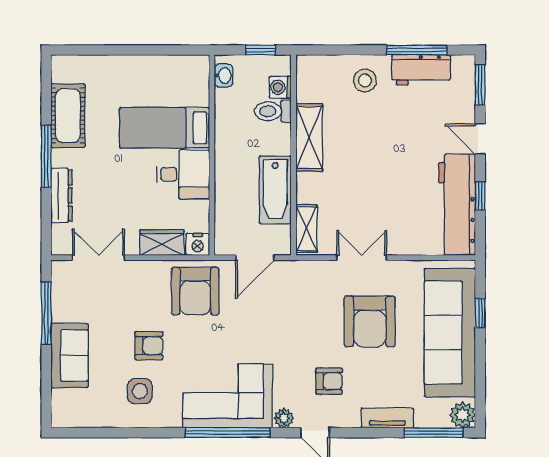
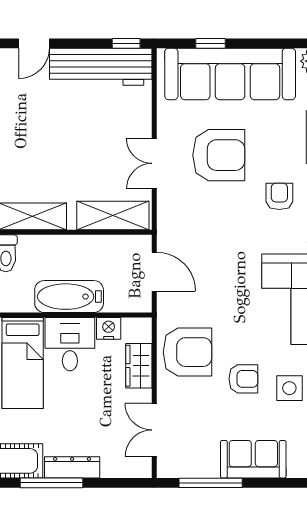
bathtub: (275, 190) -> (69, 297), moved, turned 180
dresser: (62, 195) -> (72, 467), moved
window: (480, 196) -> (126, 43), moved
shelving: (307, 229) -> (113, 216), width x1.50, depth x1.33
nightstand: (198, 244) -> (109, 328), moved, turned -90
armchair: (195, 291) -> (187, 352), moved
armchair: (149, 346) -> (243, 379), turned 90

